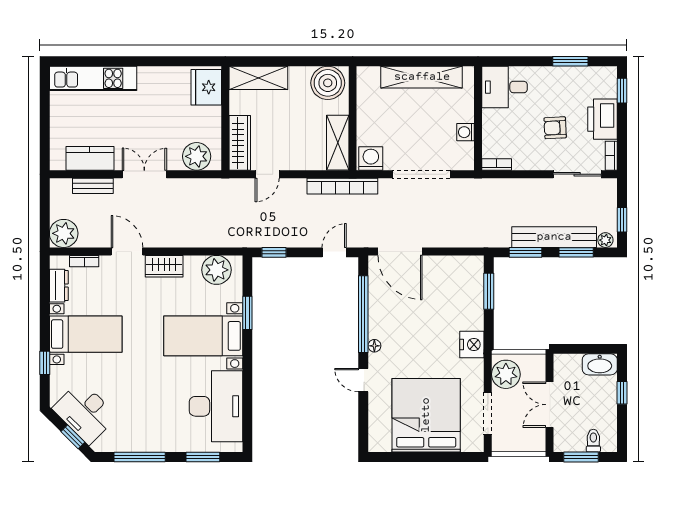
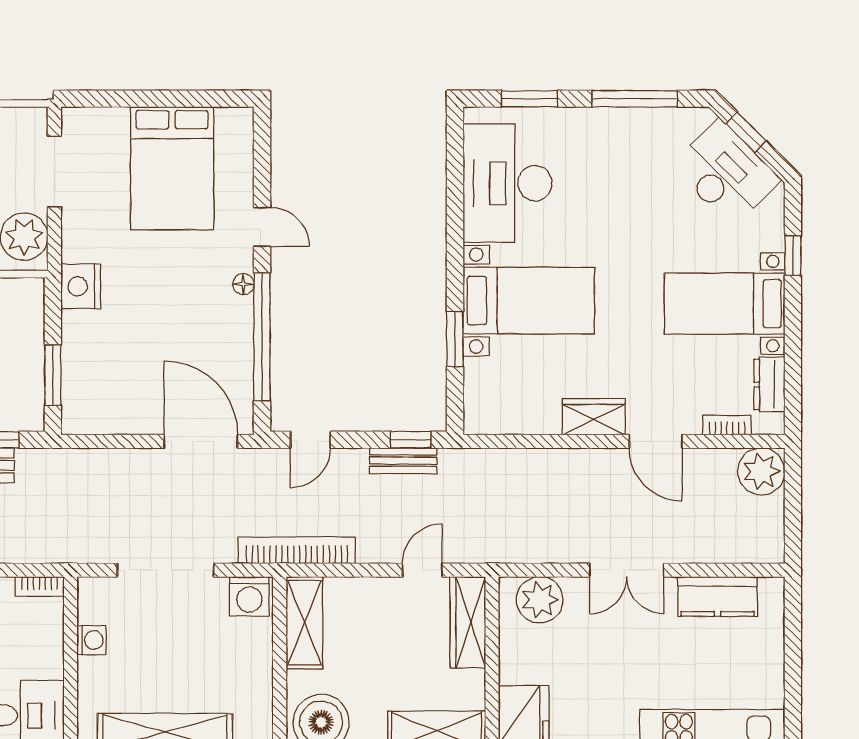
bench: (93, 186) -> (403, 461), moved
plant: (216, 270) -> (507, 411), removed
bed: (426, 415) -> (172, 168), width x0.73

